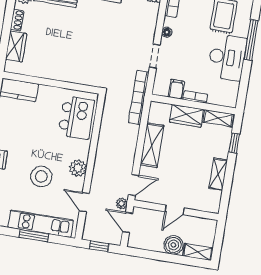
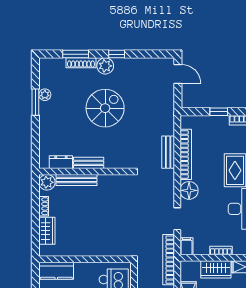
floor lamp: (167, 32) -> (189, 190), width x1.89, depth x1.89
filing cabinet: (176, 89) -> (186, 246), moved

